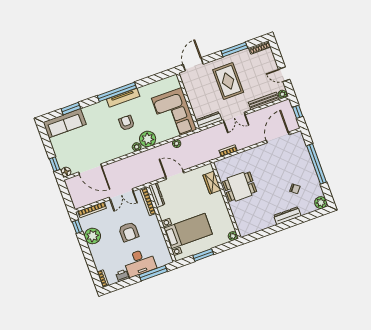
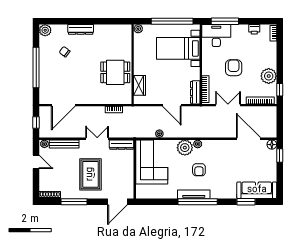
window: (203, 255) -> (172, 21), width x2.11
desk: (140, 262) -> (216, 36), moved

